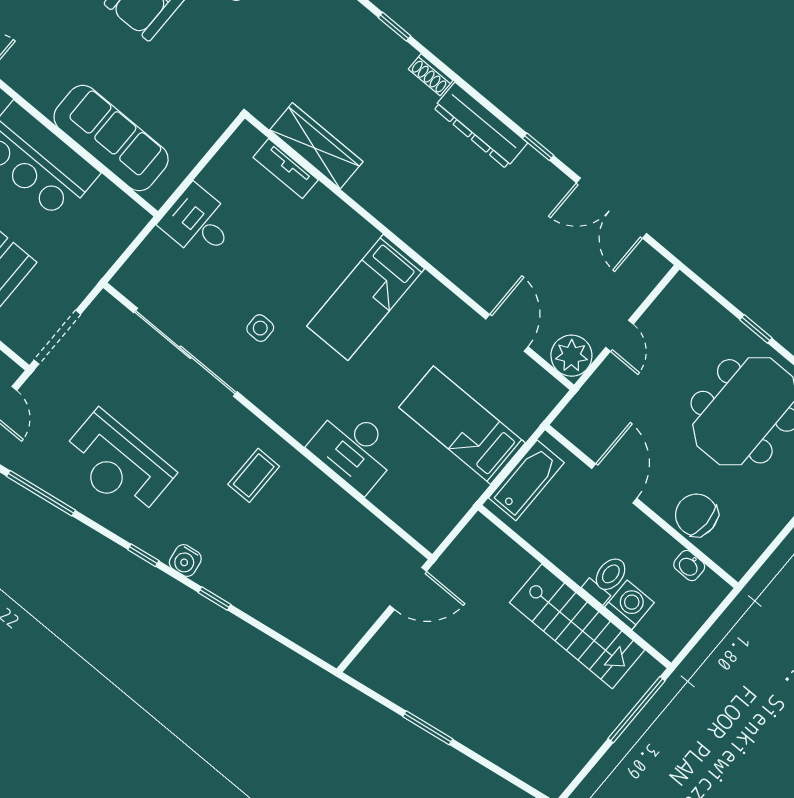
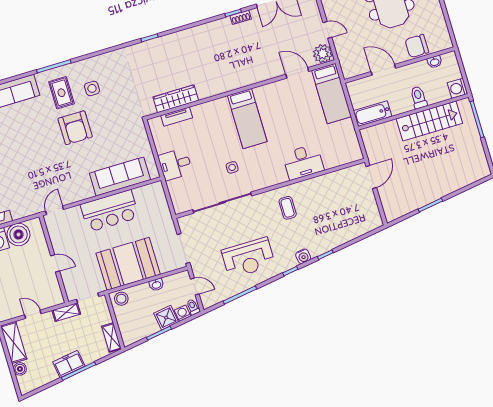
shoe rack: (431, 75) -> (241, 17), moved
dresser: (481, 125) -> (210, 30), removed
bed: (462, 425) -> (332, 94), moved, turned -90
bathtub: (526, 480) -> (373, 114), moved, turned -90
washing machine: (629, 605) -> (457, 88), moved, turned -90

